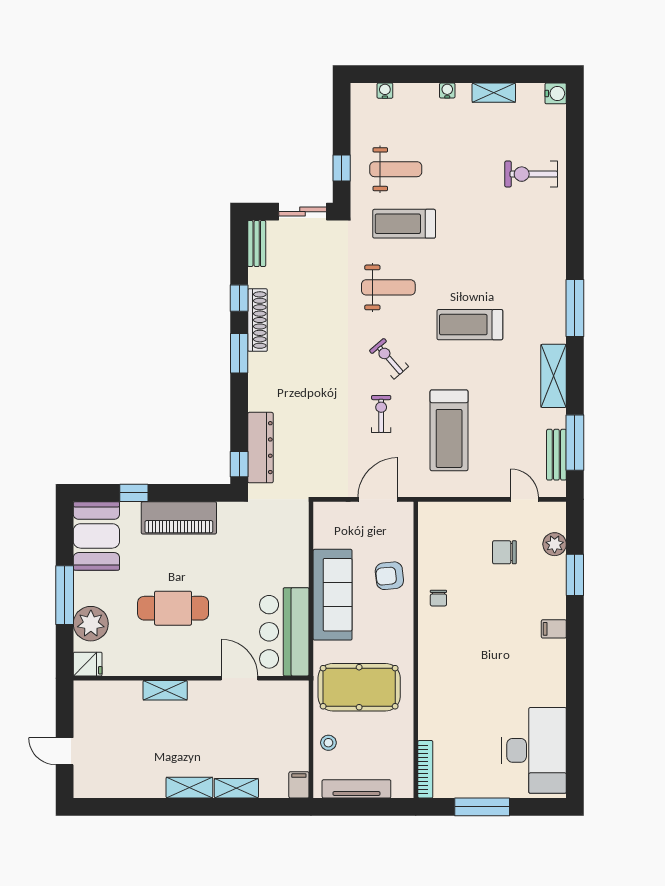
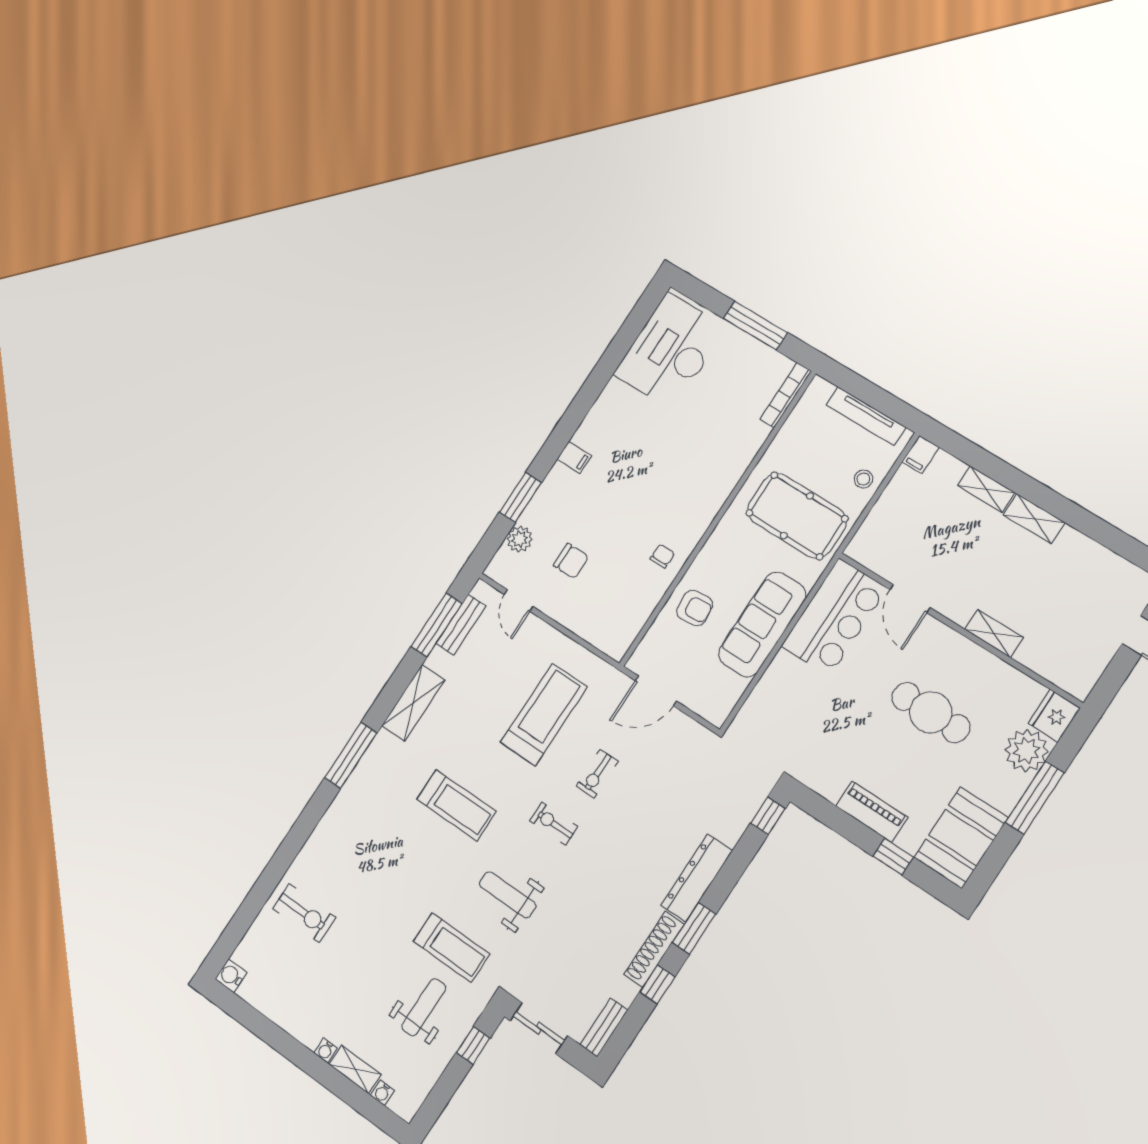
shelving: (494, 93) -> (355, 1069), moved
weight bench: (396, 169) -> (424, 1007), turned 90
exercise bike: (389, 359) -> (554, 824), turned 131
dresser: (260, 448) -> (697, 878), moved
piano: (179, 518) -> (872, 812), width x0.73, depth x0.75
fridge: (88, 664) -> (1054, 716), width x1.38

